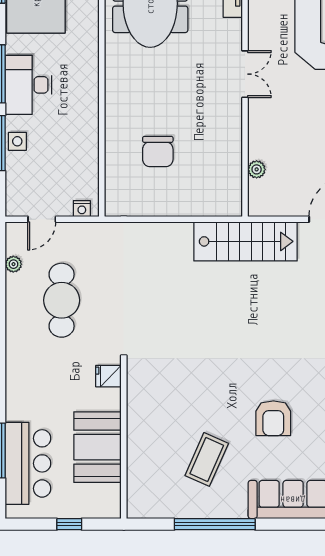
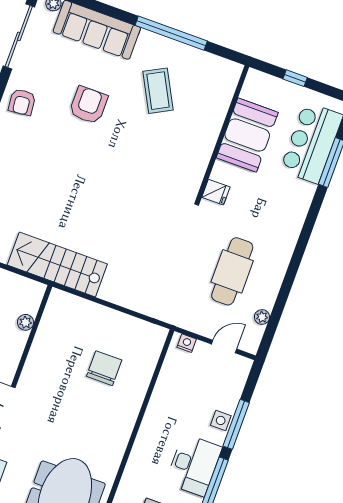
coffee table: (207, 459) -> (158, 91), turned -52

